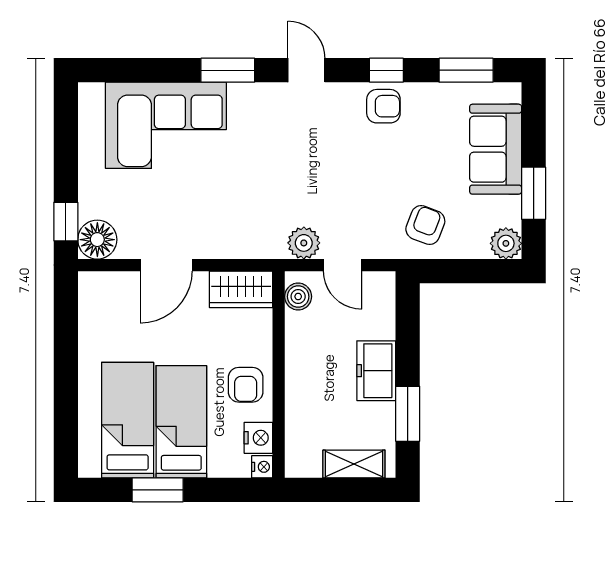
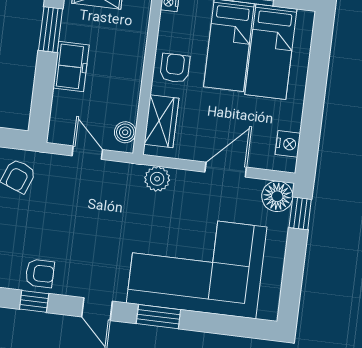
armchair: (383, 106) -> (40, 273), turned 180
corner sofa: (166, 125) -> (197, 265), width x1.36, depth x1.36
plant: (304, 243) -> (157, 179), moved
wardrobe: (241, 289) -> (161, 121), moved, turned 90
nightstand: (258, 438) -> (288, 144), moved, turned 180

